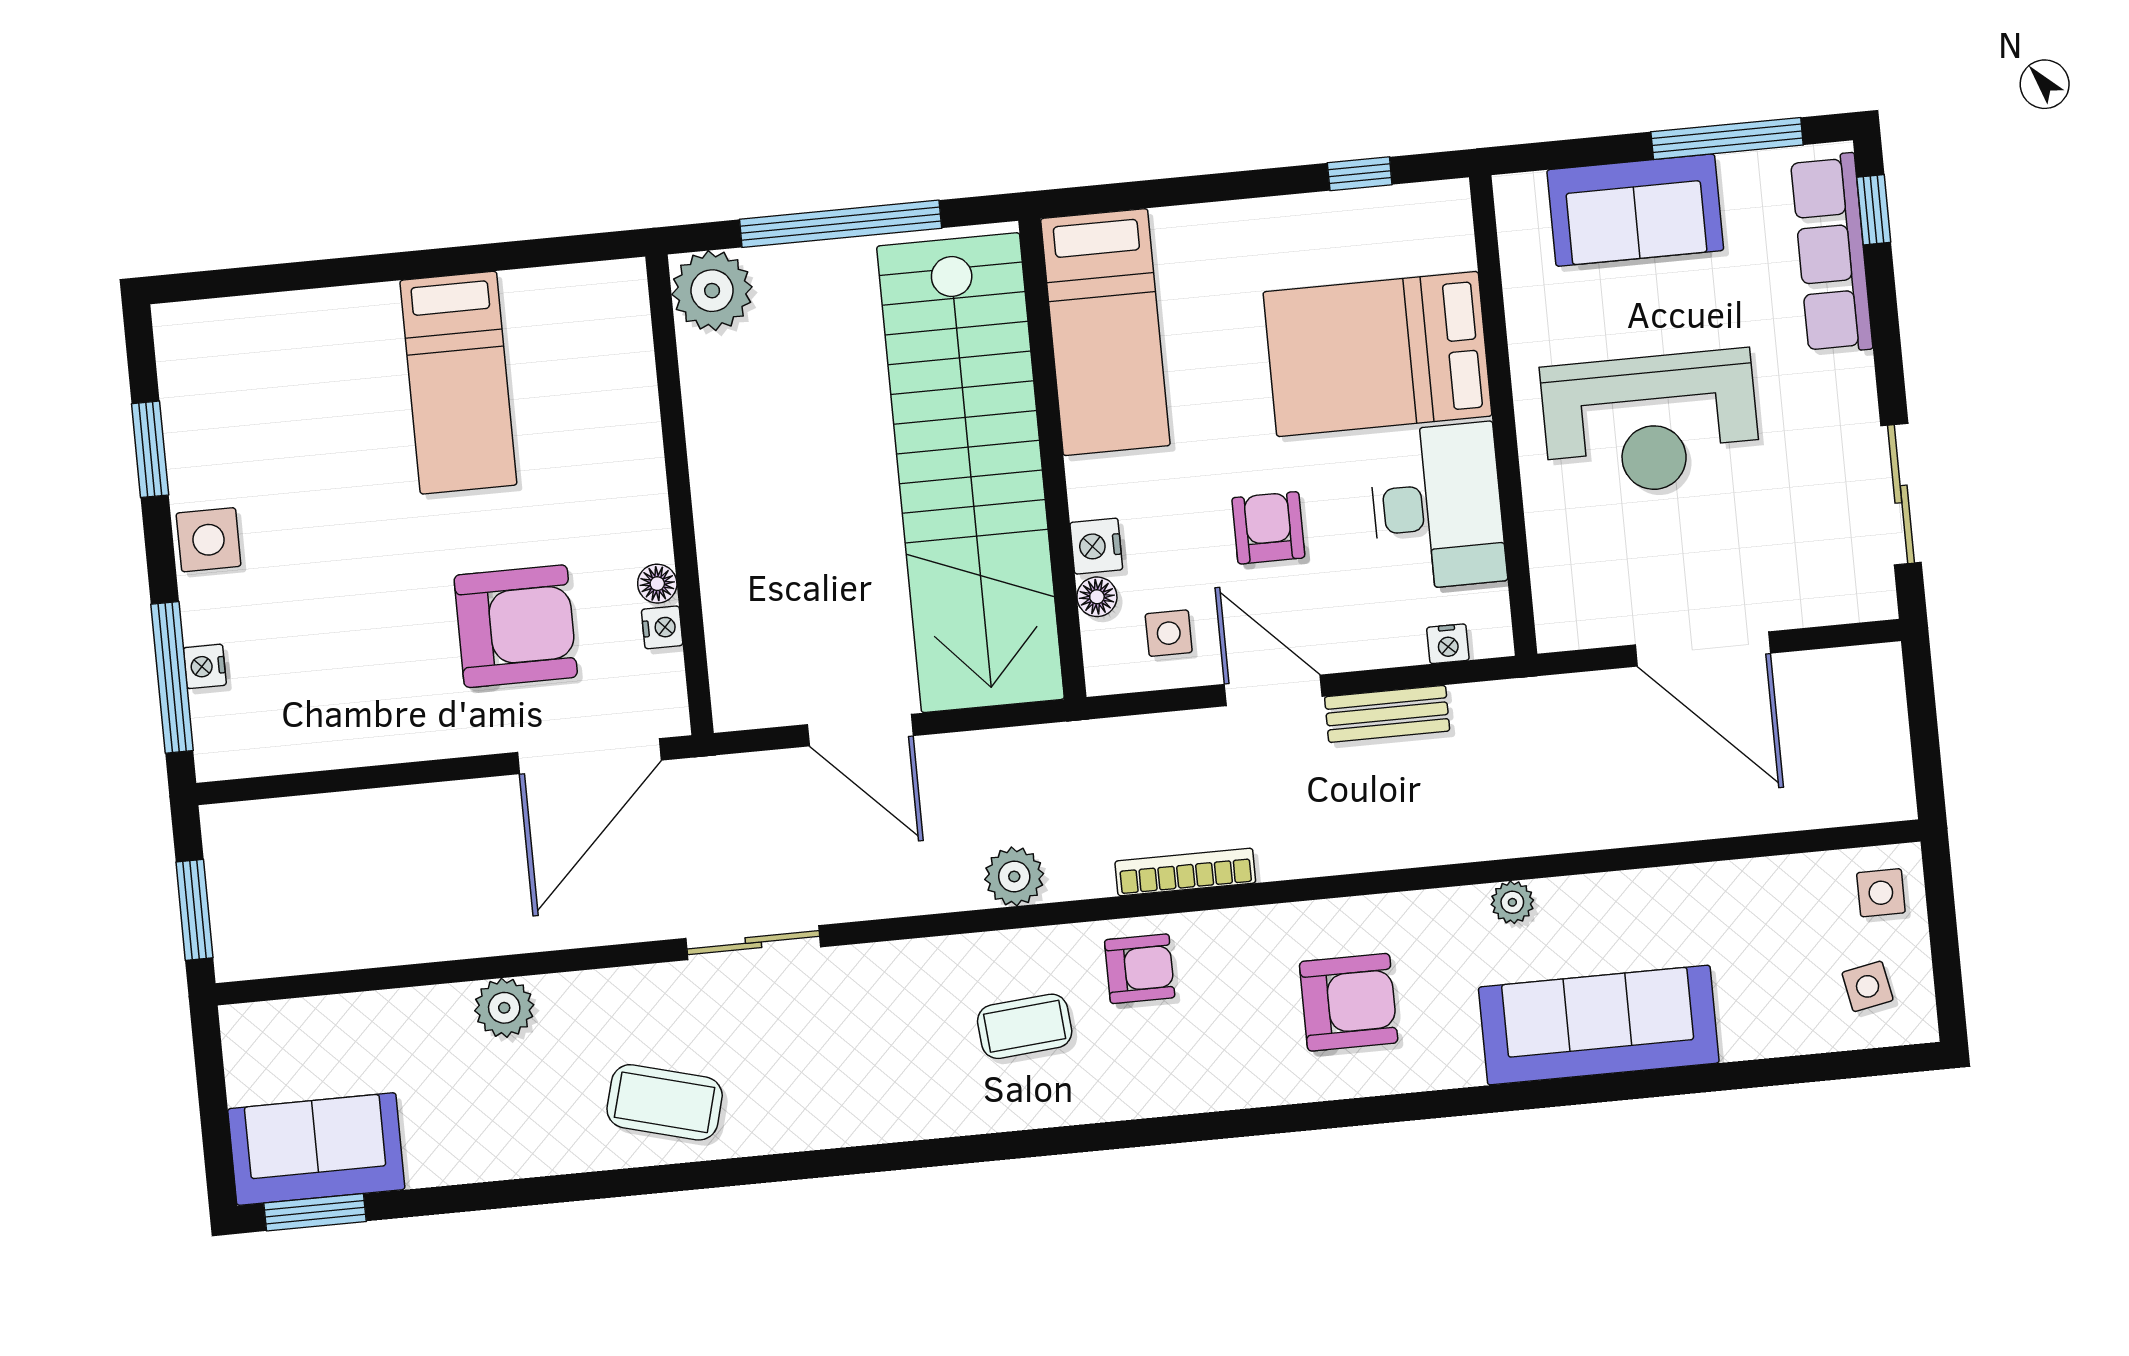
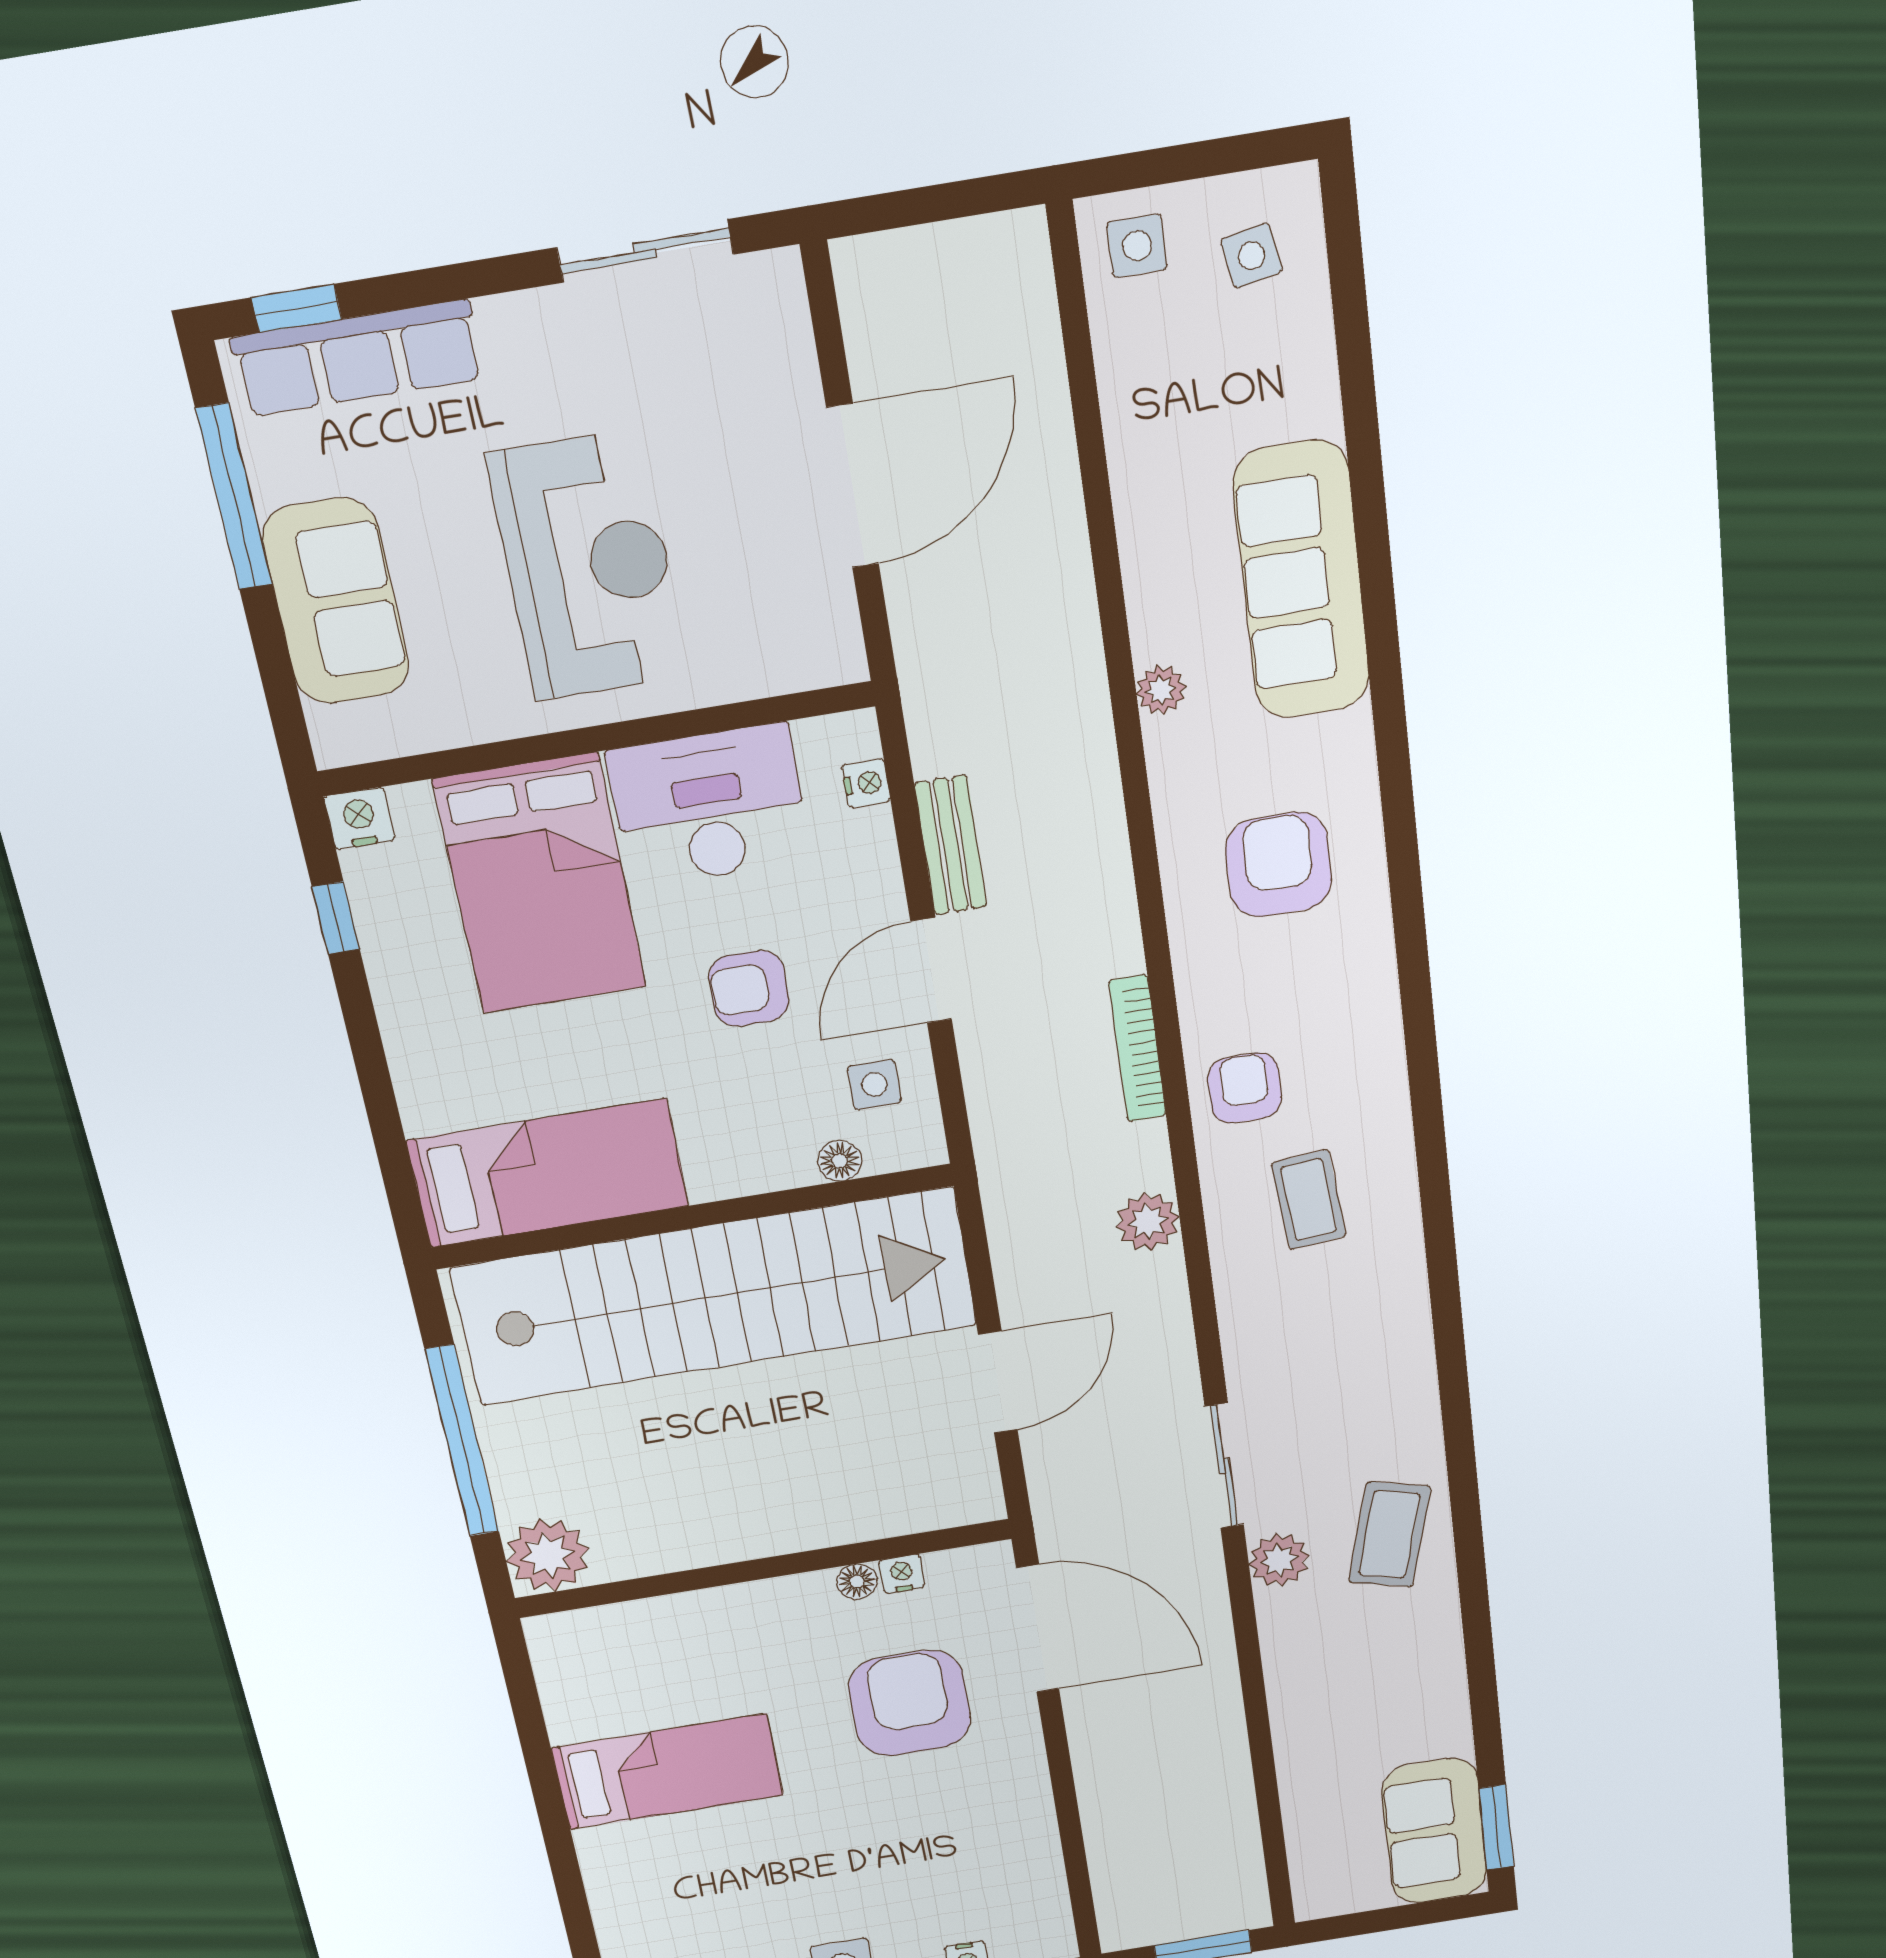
nightstand: (1096, 546) -> (359, 818), moved, turned 180
plant: (504, 1008) -> (1279, 1560), moved

